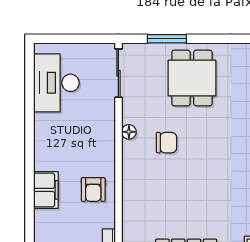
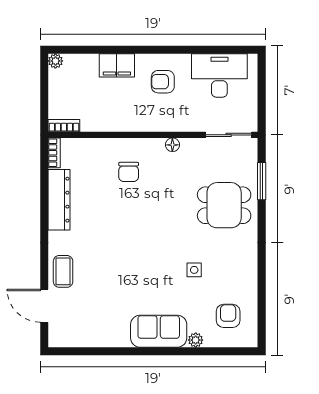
chair: (167, 143) -> (129, 172), moved
armchair: (93, 190) -> (163, 82), moved

